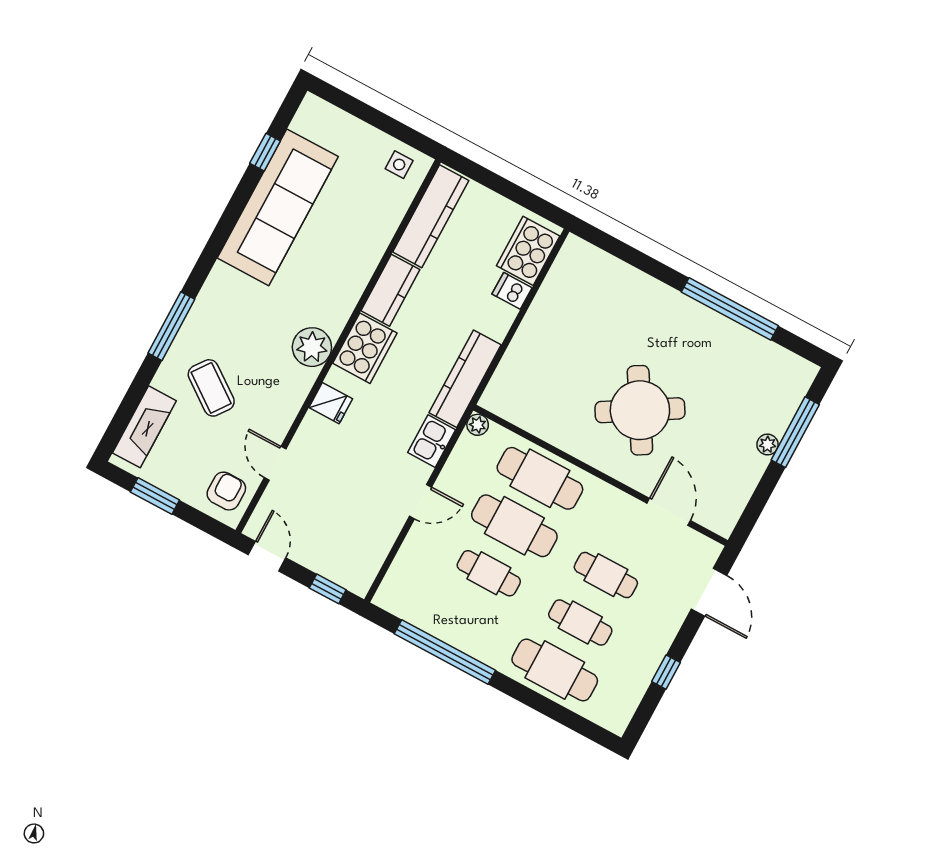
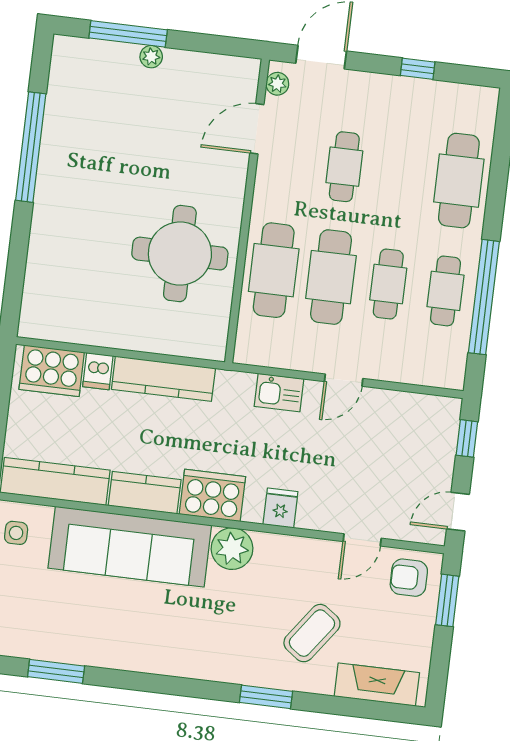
window: (265, 152) -> (56, 671), width x1.50
sofa: (278, 207) -> (130, 547), moved, turned 180
window: (171, 326) -> (266, 697), width x0.69
kitchen counter: (465, 379) -> (163, 379), moved
round table: (640, 410) -> (180, 254), moved, turned 31
plant: (478, 425) -> (277, 84), moved
window: (155, 496) -> (447, 600), moved
door: (420, 502) -> (344, 380), swing flipped
cafe table: (580, 622) -> (446, 291), moved

